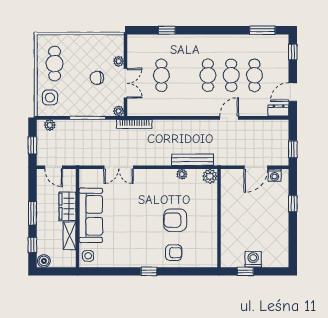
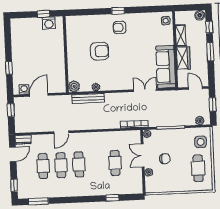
sofa: (91, 215) -> (166, 67), moved
armchair: (174, 253) -> (120, 27), moved
washing machine: (253, 259) -> (49, 23), moved

